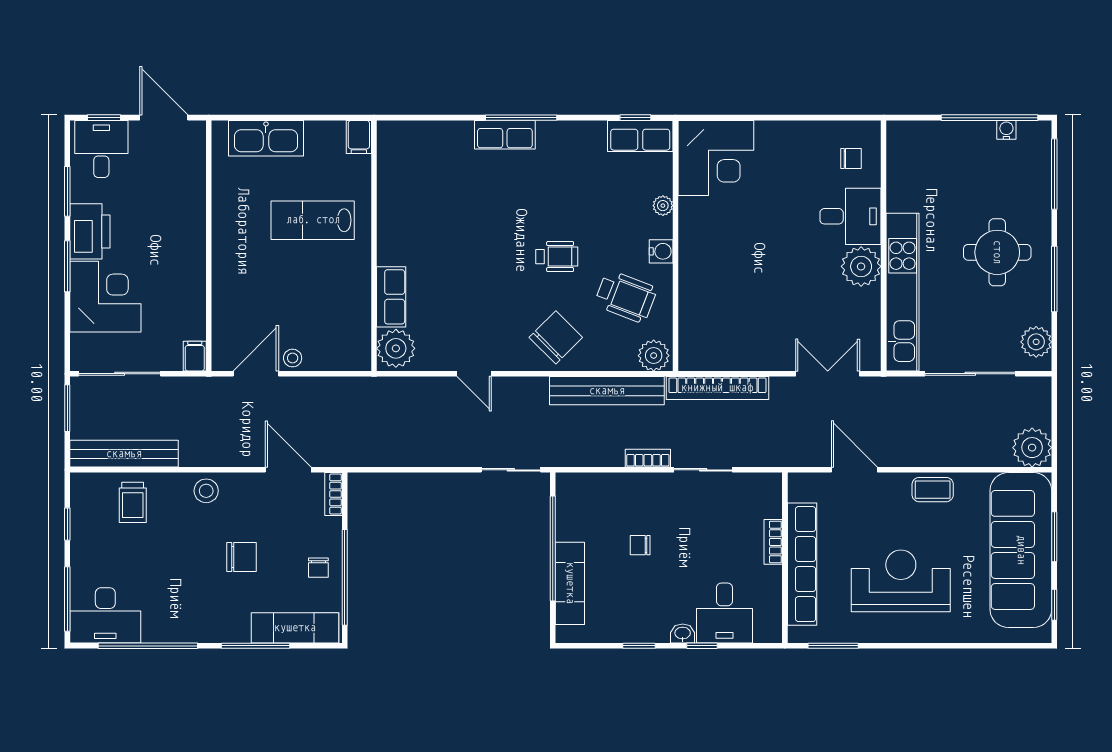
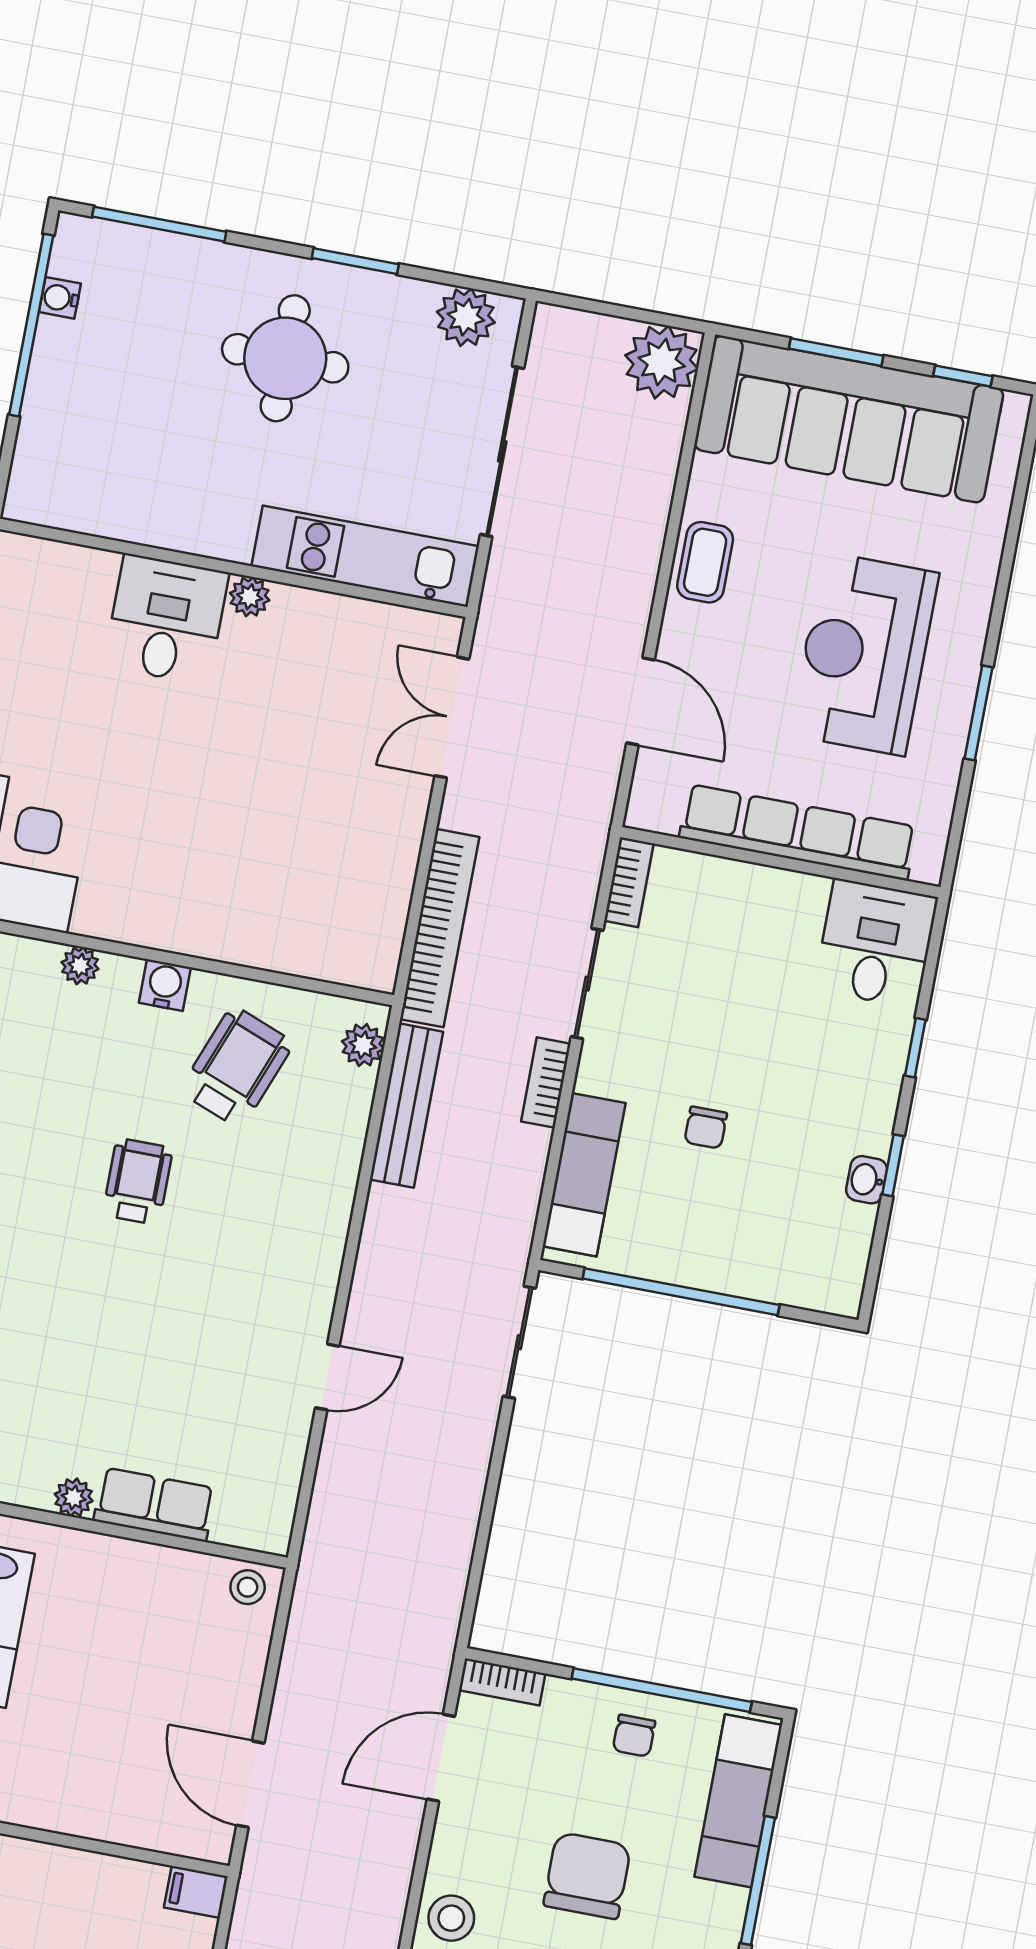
chair: (851, 159) -> (59, 598), removed
plant: (861, 266) -> (250, 597), width x0.53, depth x0.53
window: (1054, 279) -> (355, 261), width x0.69
kitchen unit: (903, 292) -> (365, 556), width x0.73
chair: (556, 337) -> (288, 1212), removed
plant: (396, 348) -> (74, 1497), moved, width x0.53, depth x0.53
plant: (654, 356) -> (363, 1045), width x0.73, depth x0.73
stool: (293, 358) -> (248, 1587), moved
bench: (607, 391) -> (406, 1106), width x0.73, depth x0.82
door: (854, 470) -> (640, 701), swing flipped
bookcase: (773, 542) -> (629, 882), moved, turned -90
chair: (241, 557) -> (587, 1876), width x1.37, depth x1.37
chair: (318, 568) -> (634, 1736), turned 90
exam couch: (570, 583) -> (584, 1175), moved, turned 90
desk: (724, 613) -> (876, 943), moved, turned -90
washbasin: (683, 634) -> (867, 1180), moved
window: (833, 646) -> (978, 713), moved

